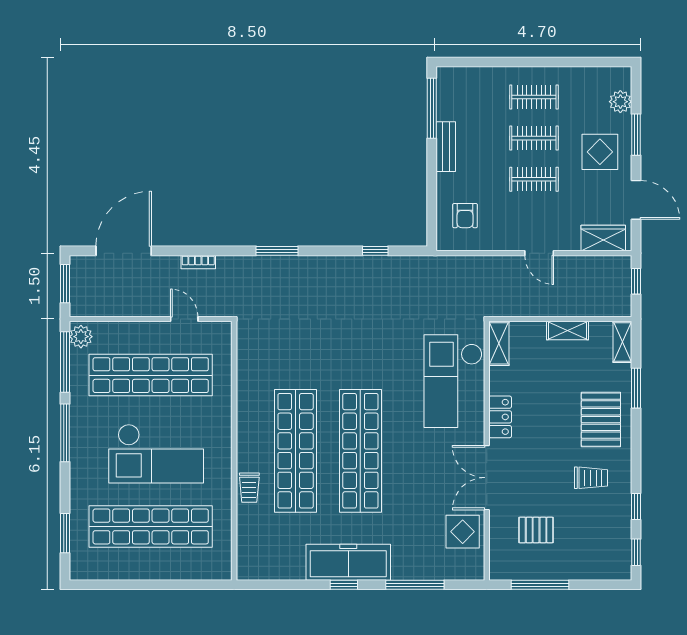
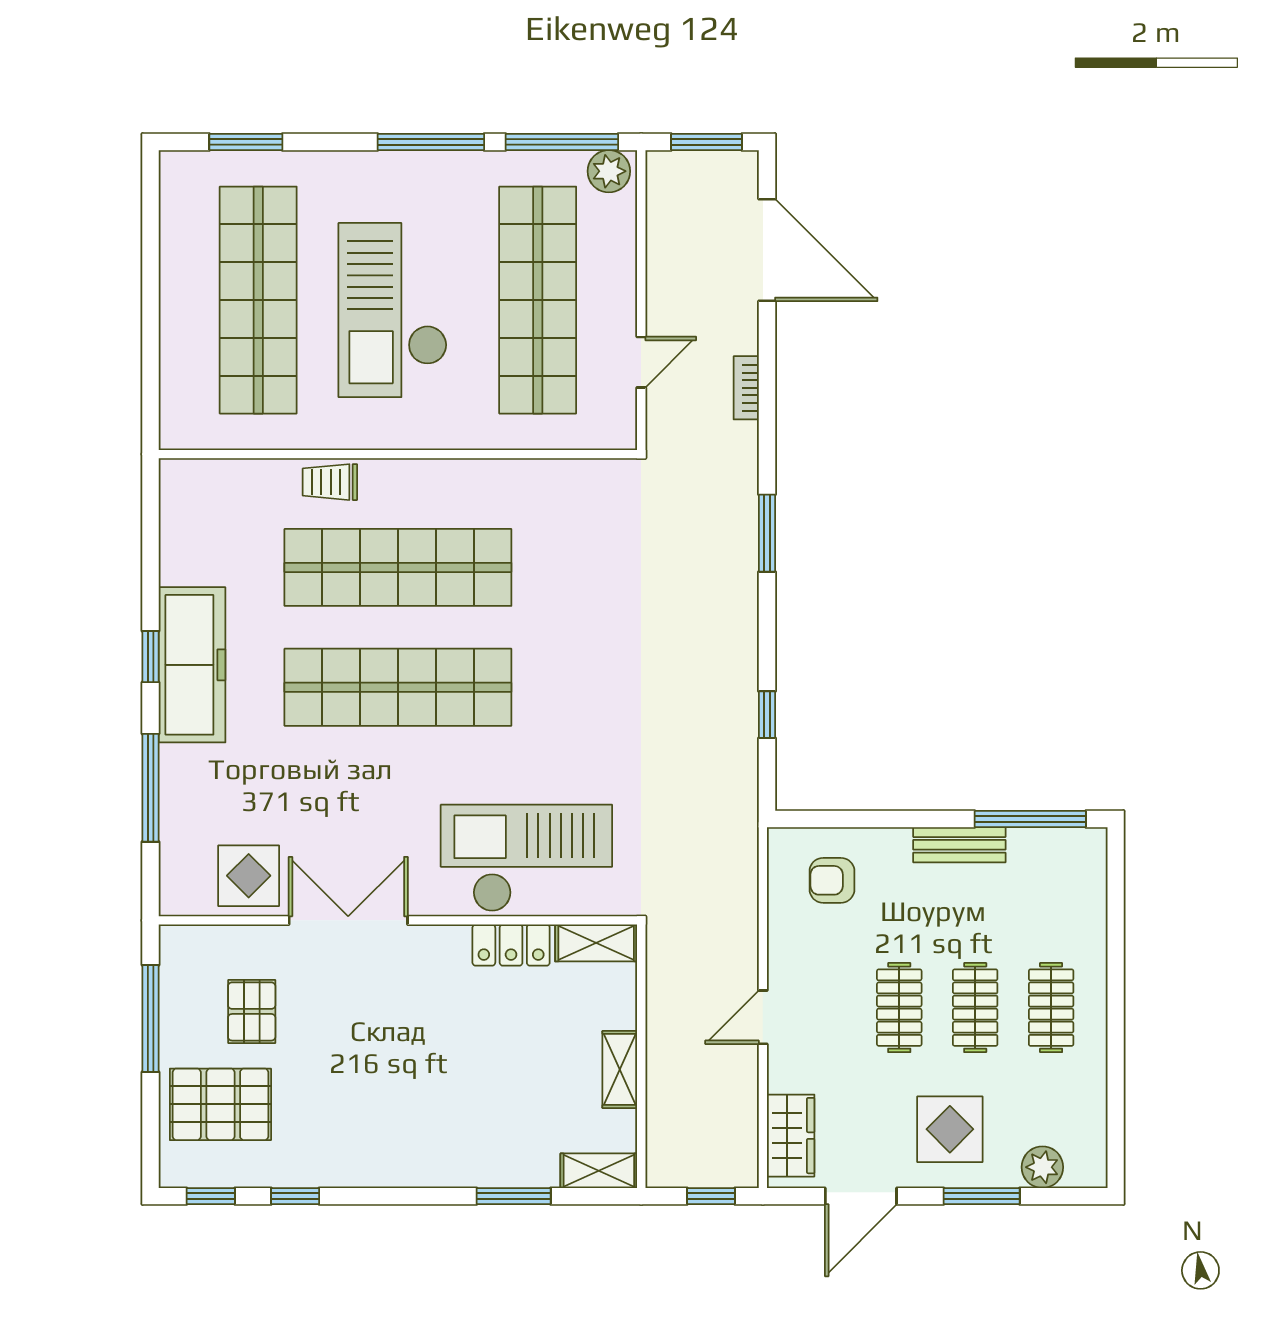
locker: (500, 417) -> (511, 945), moved
pallet: (601, 420) -> (220, 1104), moved
trolley: (591, 478) -> (348, 1113), removed

